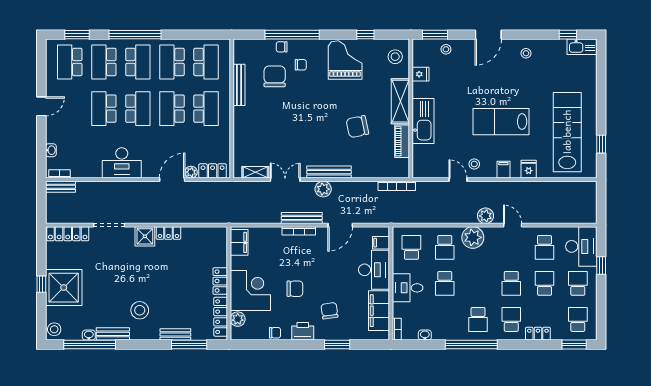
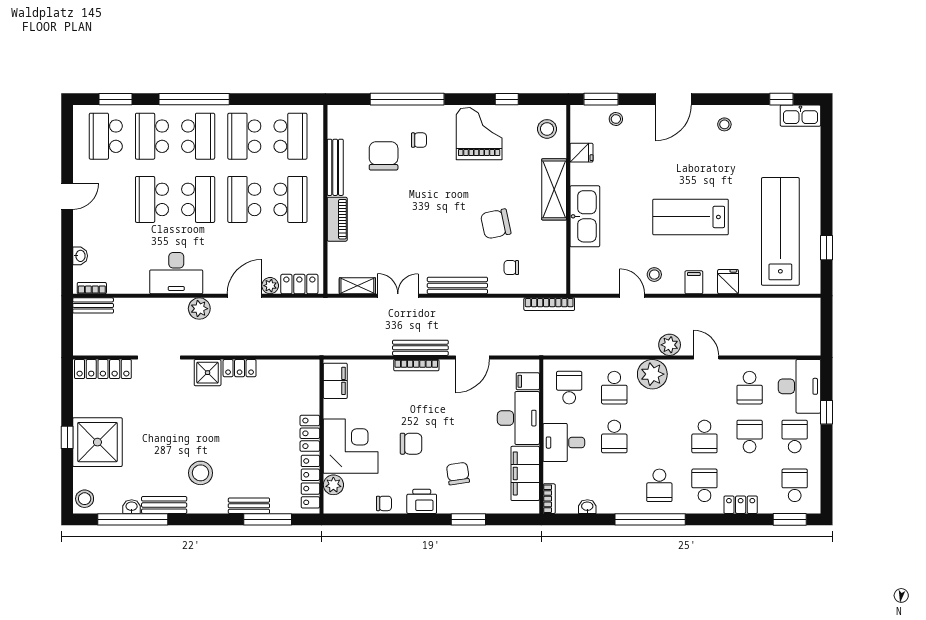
chair: (282, 47) -> (511, 268), moved
piano: (402, 141) -> (337, 219), moved, turned 180
plant: (323, 189) -> (199, 309), moved

